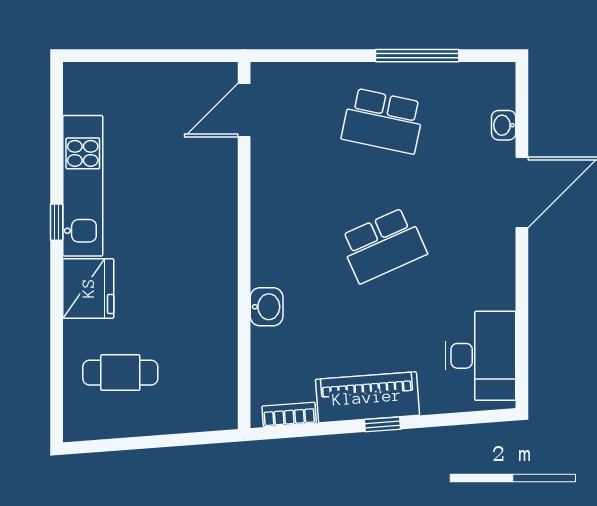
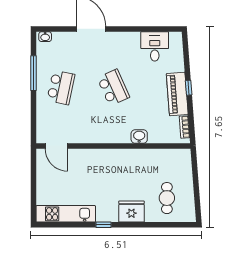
washbasin: (504, 125) -> (45, 37), moved
kitchen unit: (83, 186) -> (66, 214), moved
desk: (481, 356) -> (155, 46), width x0.73

